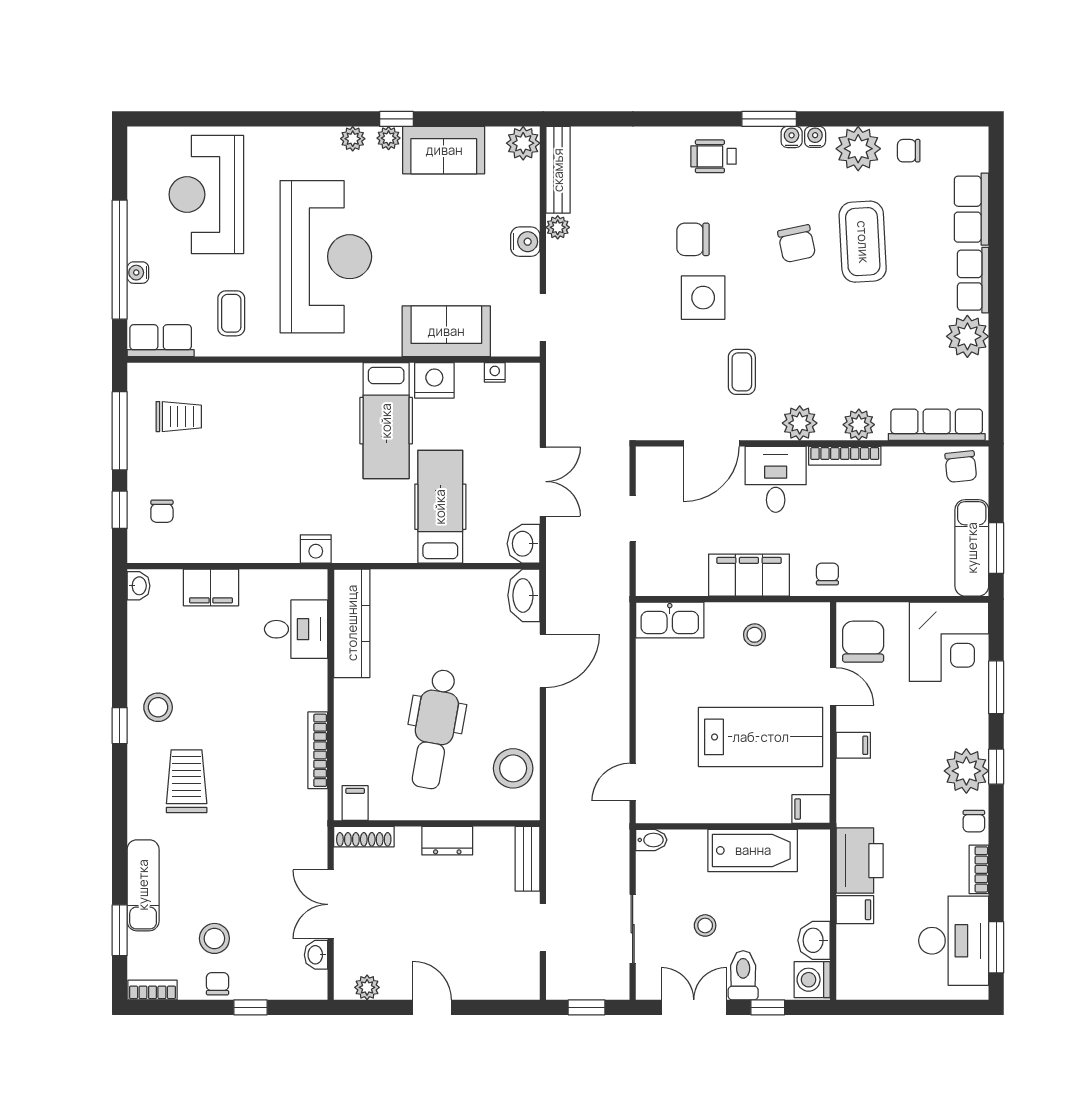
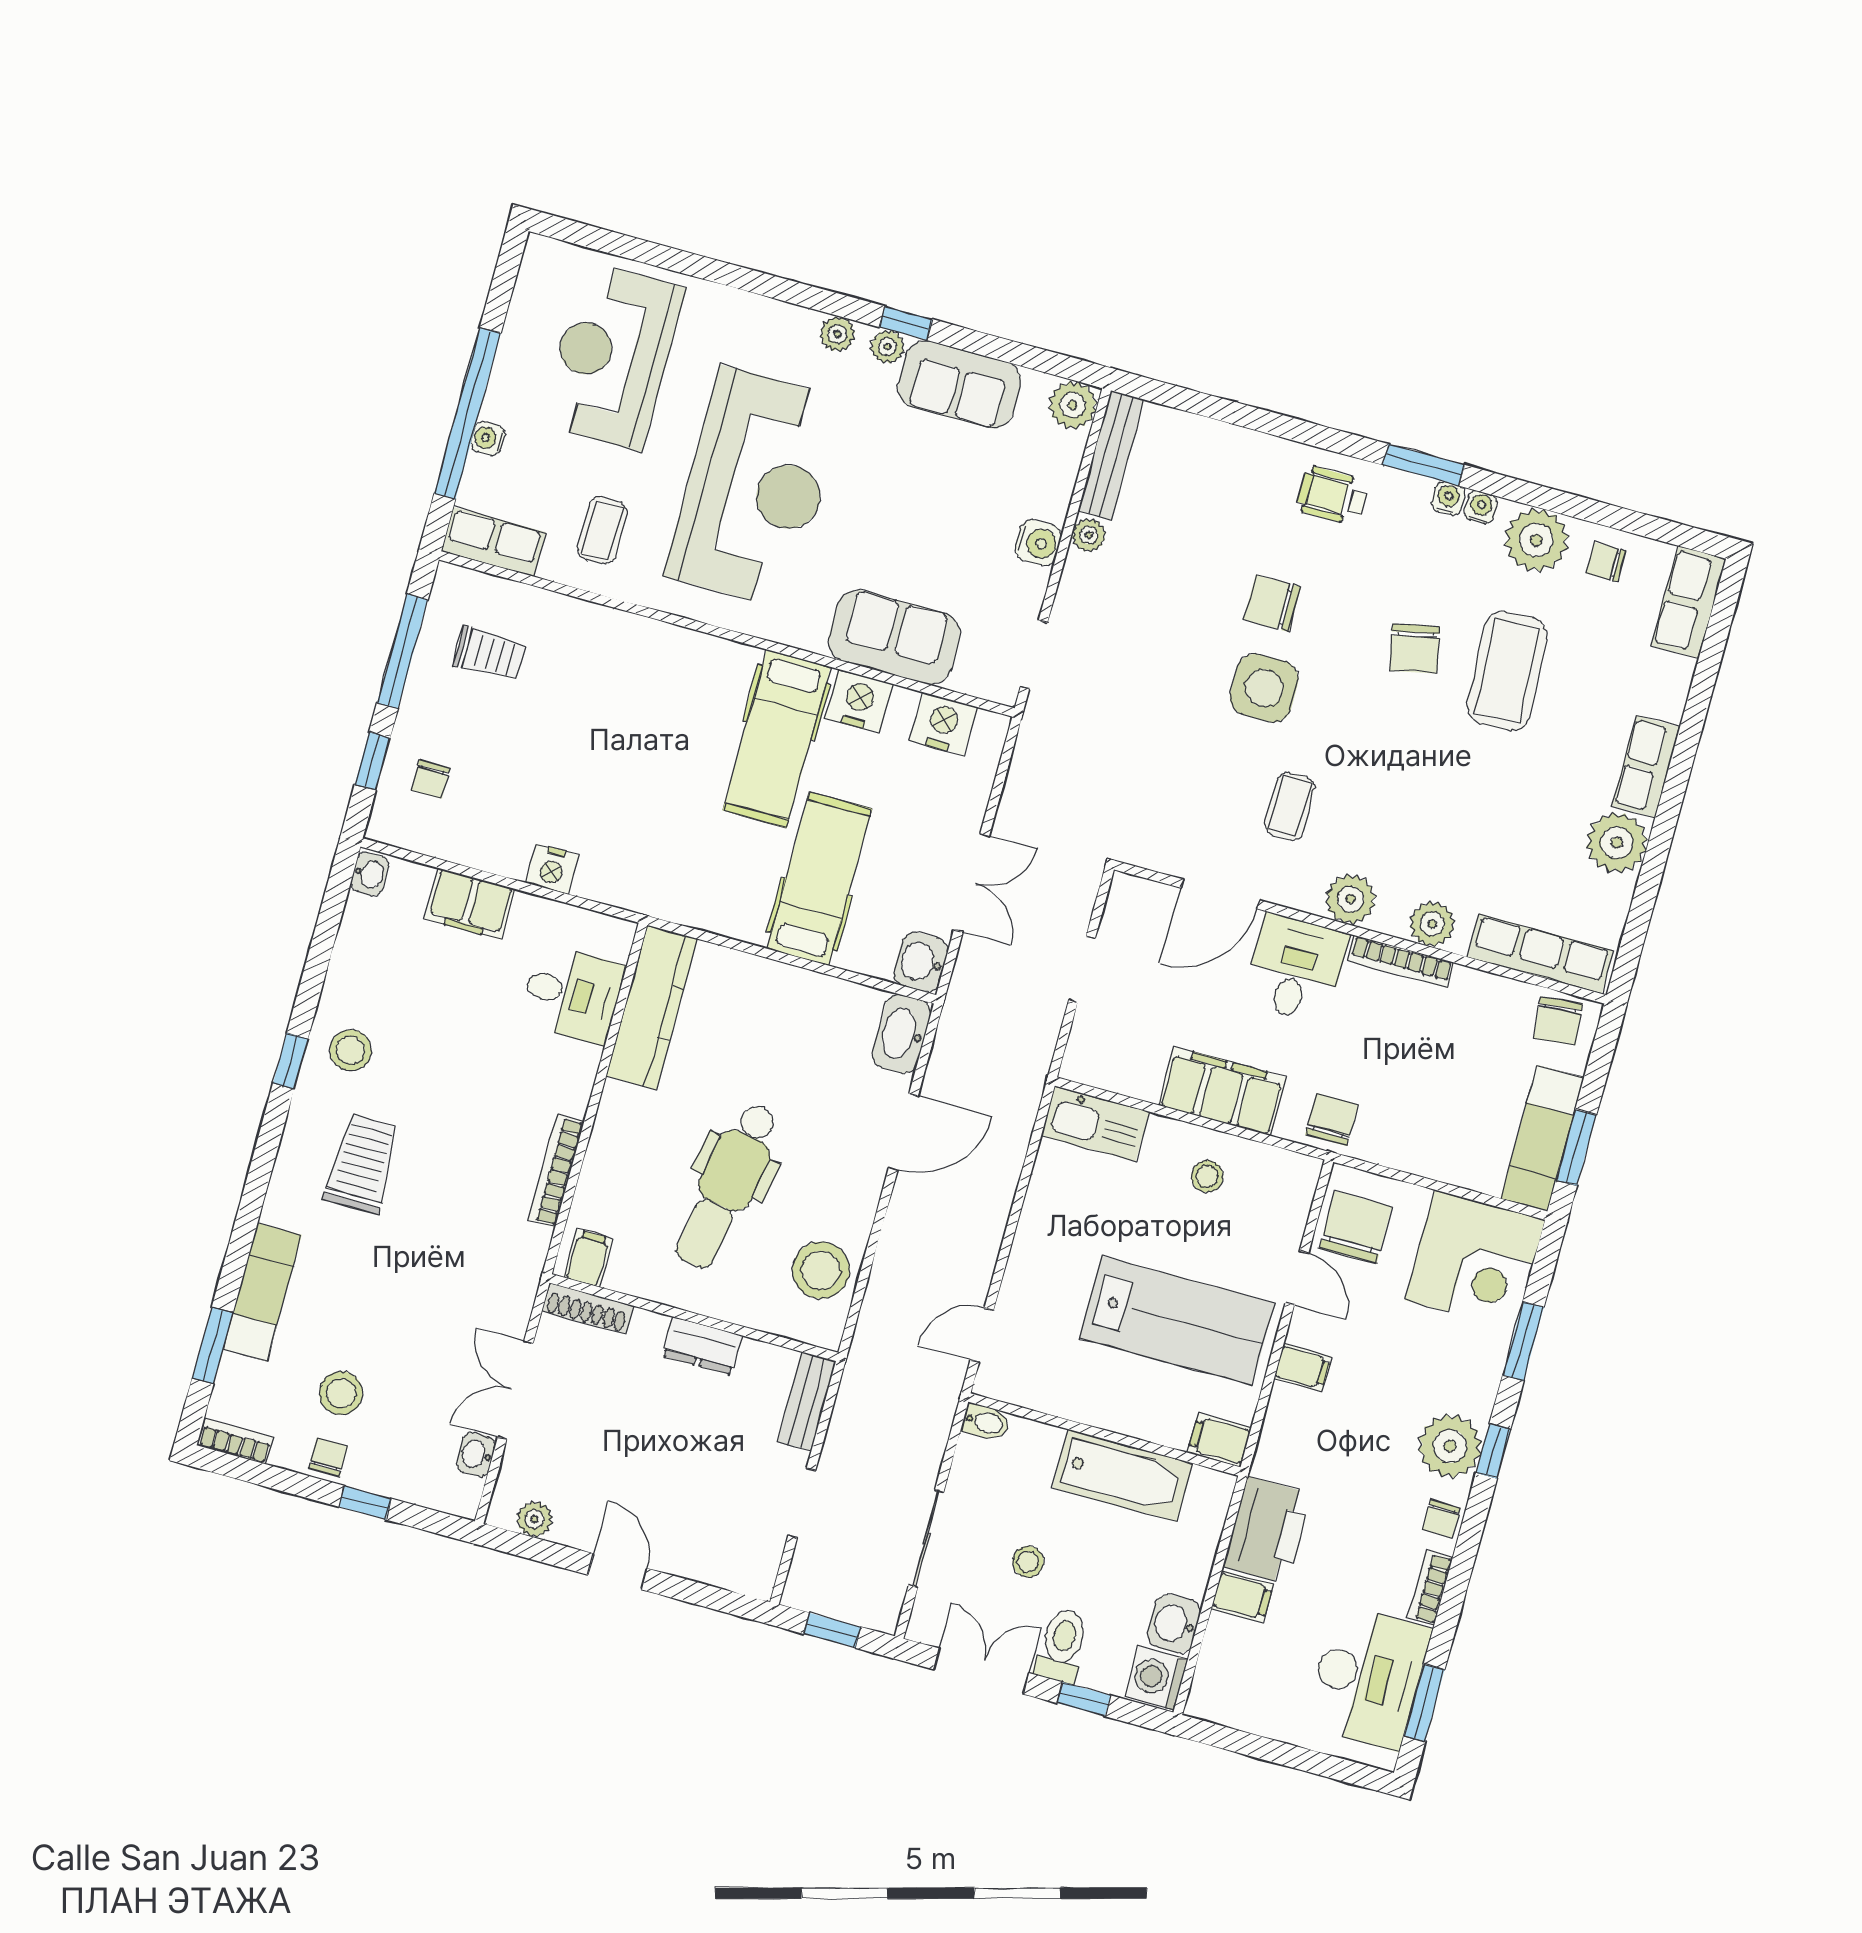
row of seats: (971, 209) -> (1689, 602), moved
nightstand: (495, 372) -> (943, 724), width x1.89, depth x1.79
nightstand: (316, 549) -> (552, 869), moved
chair: (827, 574) -> (1332, 1119), width x1.37, depth x1.37

